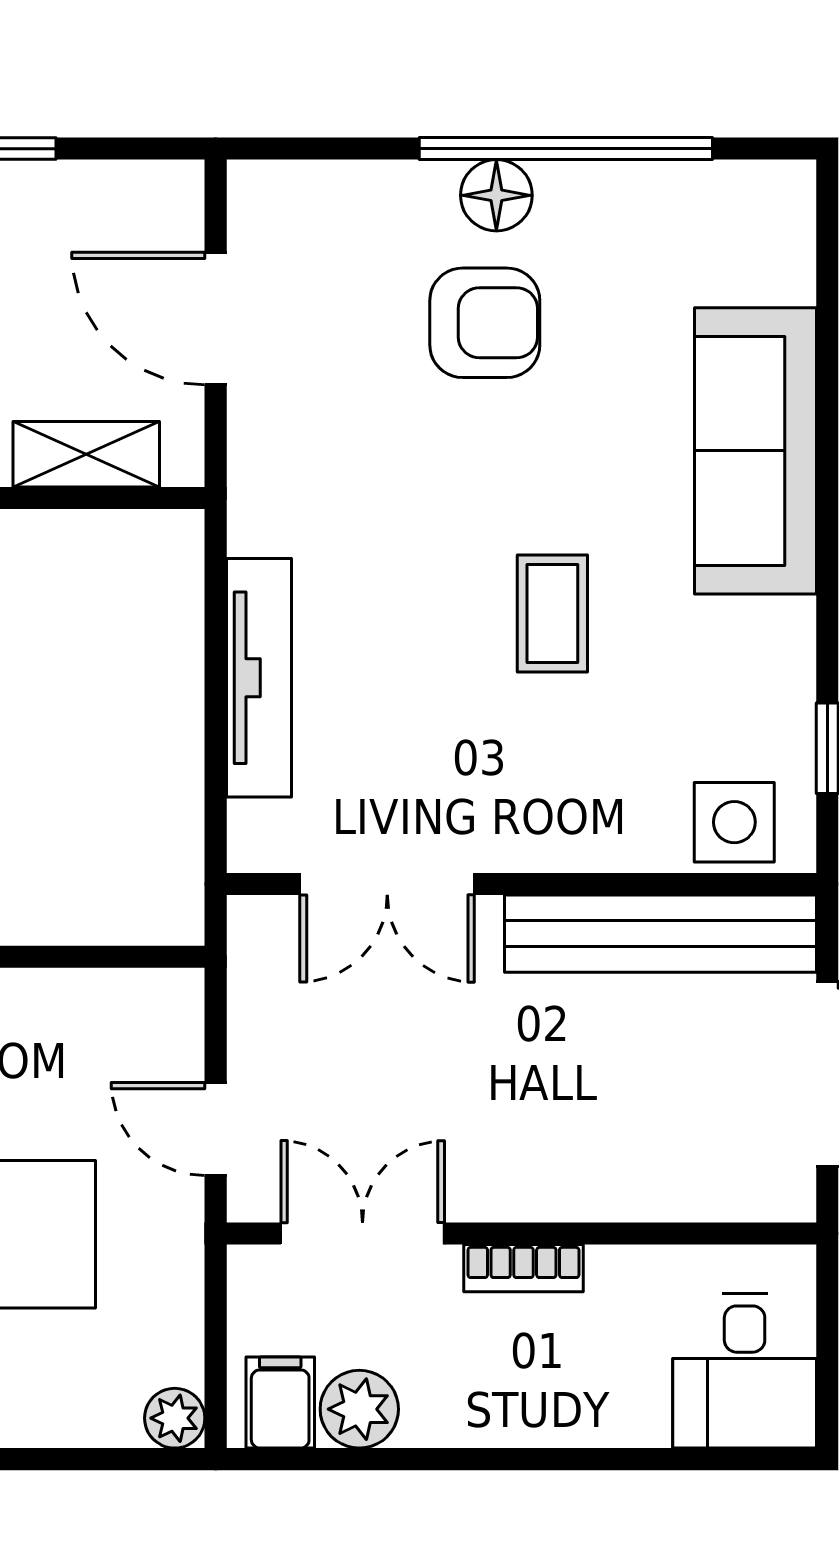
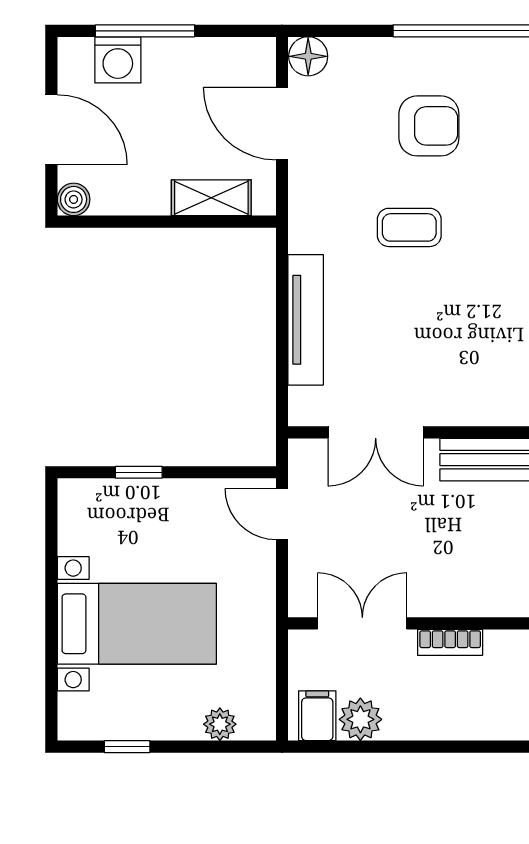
floor lamp: (496, 195) -> (308, 56), moved
coffee table: (552, 614) -> (409, 227), moved, turned 90
door: (216, 1129) -> (282, 514), moved
plant: (175, 1418) -> (220, 724), moved

